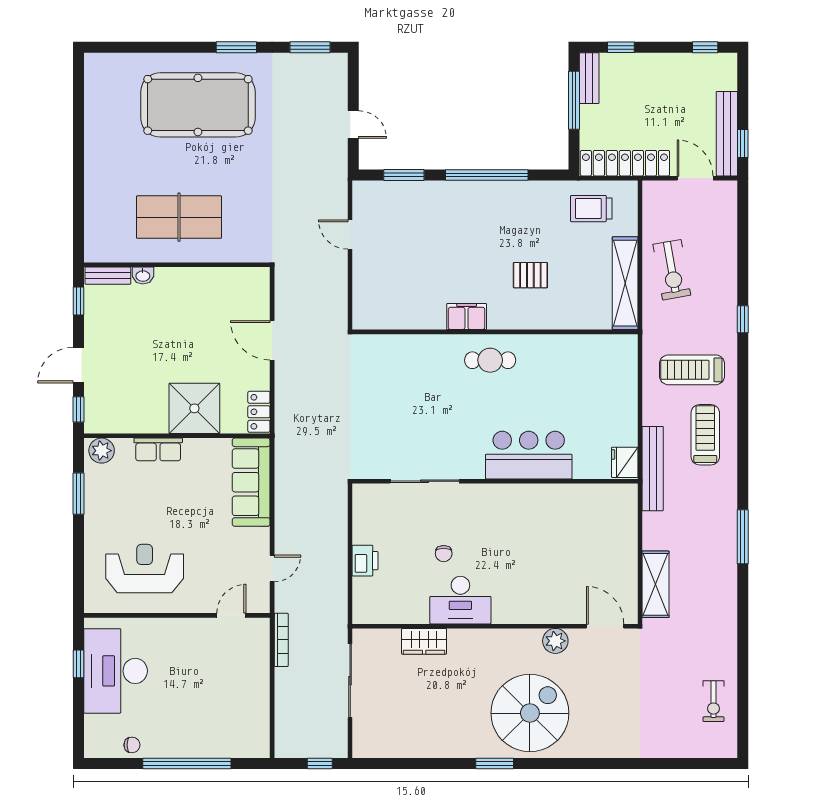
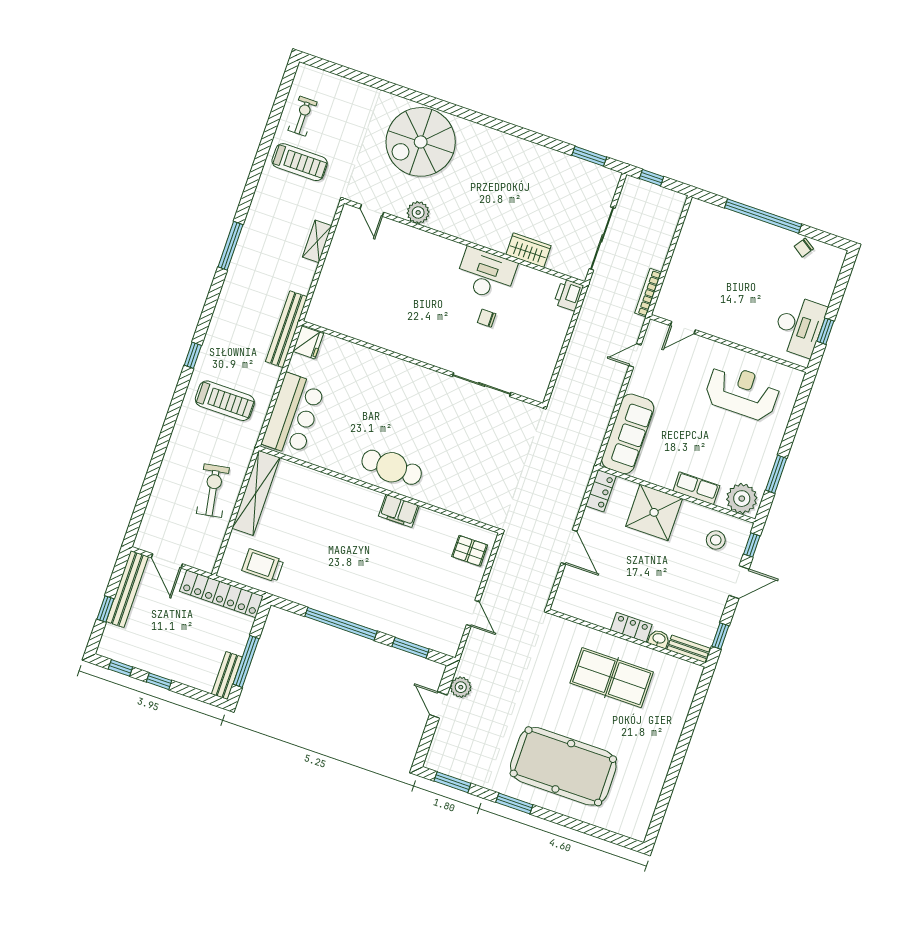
window: (621, 47) -> (159, 681), moved
window: (743, 143) -> (105, 609), moved
plant: (336, 152) -> (461, 687), added
trolley: (591, 209) -> (263, 565), turned 180
pallet: (530, 275) -> (470, 551), moved
locker: (176, 278) -> (631, 627), added
window: (743, 319) -> (193, 355), moved
cafe table: (490, 360) -> (392, 467), width x1.37, depth x1.35
stool: (119, 402) -> (716, 540), added
treadmill: (705, 435) -> (300, 162), moved, turned -90
plant: (102, 451) -> (742, 499), width x1.36, depth x1.36
bar counter: (529, 455) -> (293, 415), moved, turned -90
chair: (444, 554) -> (487, 318), turned -90
printer: (365, 561) -> (569, 295), moved
reception desk: (145, 569) -> (742, 392), turned 180
shelving: (656, 584) -> (317, 241), width x0.67, depth x0.75
door: (605, 626) -> (372, 210), width x0.73
desk: (116, 671) -> (799, 326), width x0.73, depth x0.77
spiral stairs: (530, 713) -> (421, 142), moved
chair: (132, 745) -> (804, 248), turned -56
window: (495, 764) -> (589, 156), moved

